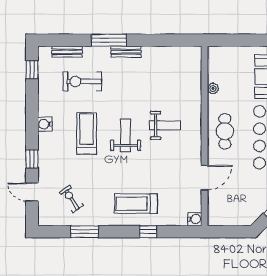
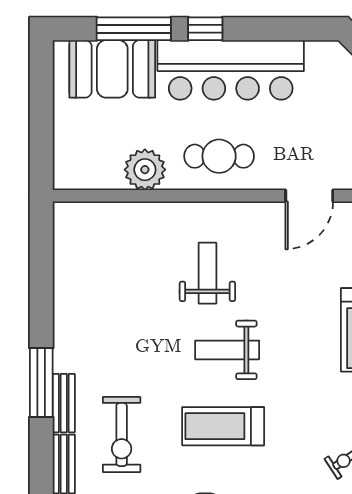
bench: (126, 52) -> (64, 403), moved
plant: (213, 88) -> (145, 170), width x1.87, depth x1.87
door: (205, 178) -> (309, 196), swing flipped

